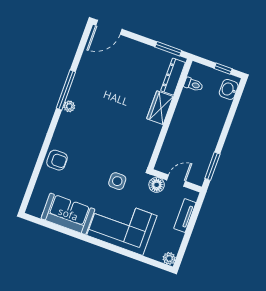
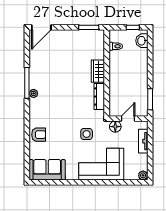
dresser: (173, 77) -> (99, 97), moved
sofa: (68, 214) -> (47, 170), moved

